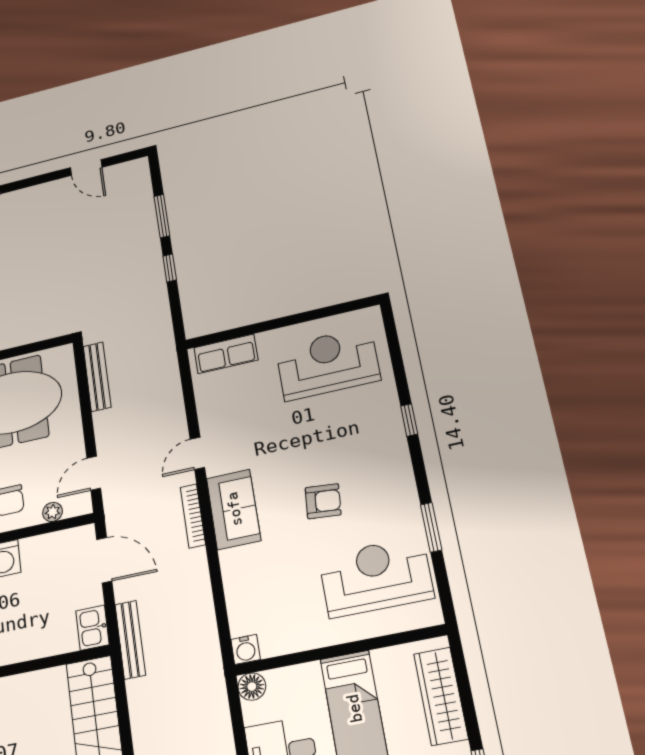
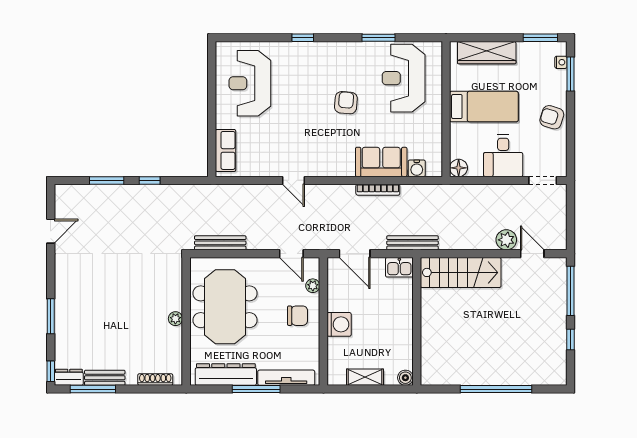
sofa: (234, 509) -> (381, 162), moved
bookcase: (193, 516) -> (378, 190), moved
door: (104, 560) -> (355, 254), swing flipped
water cooler: (246, 649) -> (417, 168), moved, turned 90

